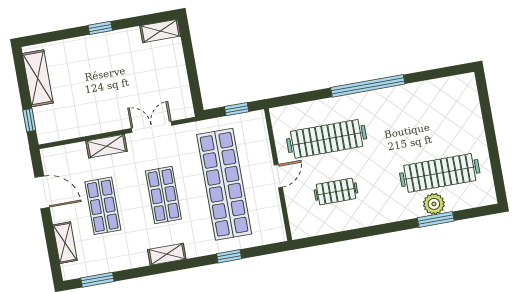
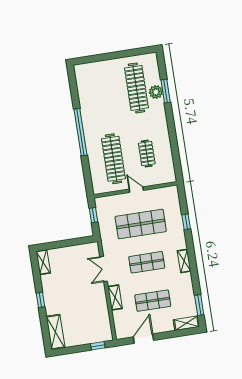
shelving: (38, 78) -> (56, 332), moved, turned 90
shop shelf: (224, 184) -> (141, 224), width x0.71
shelving: (65, 243) -> (186, 323), moved

